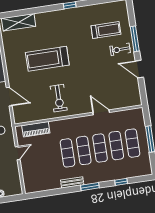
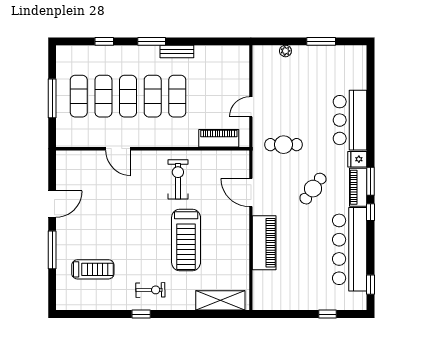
treadmill: (106, 30) -> (93, 269), turned 180
exercise bike: (120, 49) -> (150, 290), moved
treadmill: (47, 59) -> (186, 240), turned 90
door: (139, 69) -> (52, 204), hinge flipped

